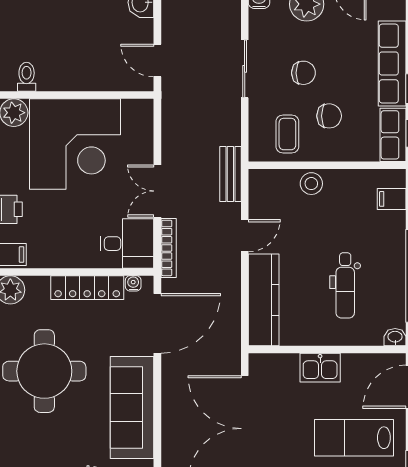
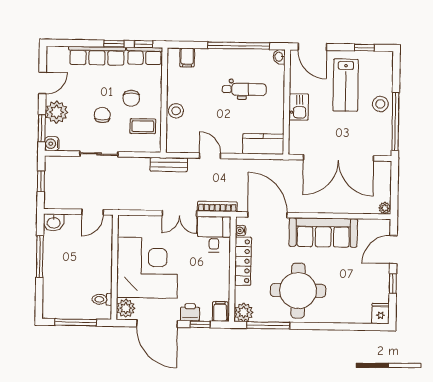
chair: (329, 116) -> (131, 98), turned 180
kitchen counter: (264, 300) -> (263, 144), width x0.67

